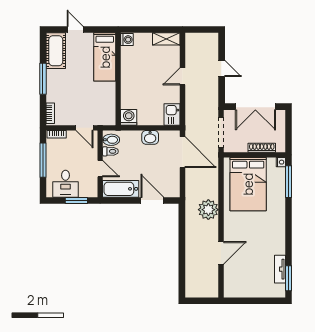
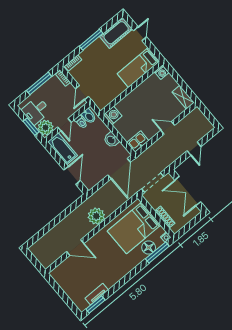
floor lamp: (277, 186) -> (149, 248), added
plant: (88, 188) -> (46, 128), added

